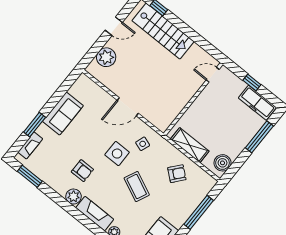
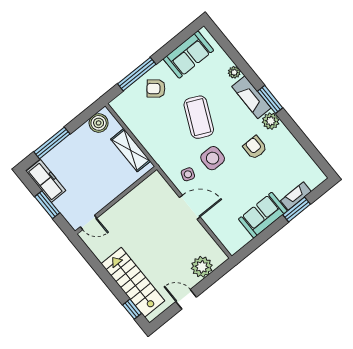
window: (252, 82) -> (47, 205), width x1.50
side table: (143, 144) -> (188, 174), moved
fireplace: (30, 145) -> (296, 196), moved
armchair: (177, 174) -> (156, 89), moved
window: (30, 176) -> (270, 99), moved
coffee table: (137, 187) -> (199, 117), width x1.36, depth x1.32

